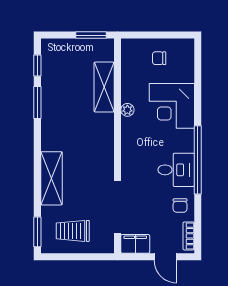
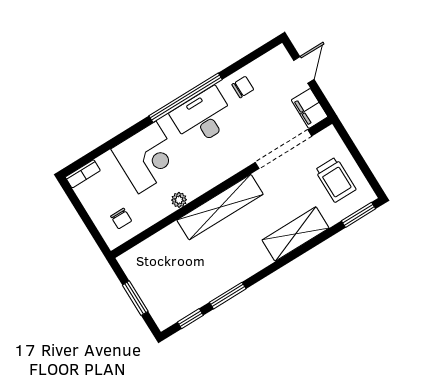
window: (91, 35) -> (135, 298), moved
chair: (159, 58) -> (121, 219), moved
shelving: (104, 87) -> (220, 207), moved, width x1.47
desk: (176, 170) -> (203, 117), width x1.37
bookcase: (189, 236) -> (83, 174), moved

